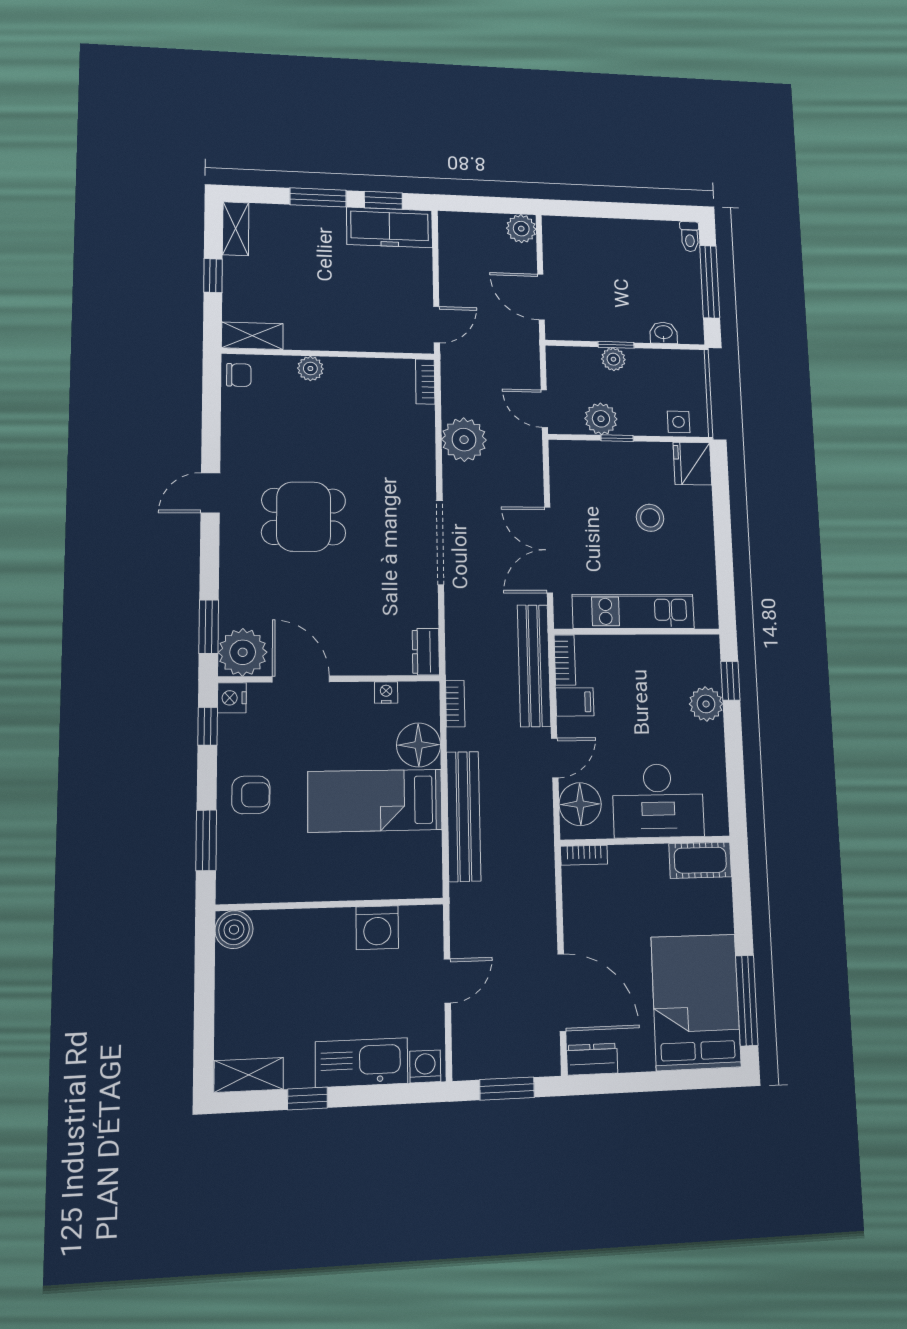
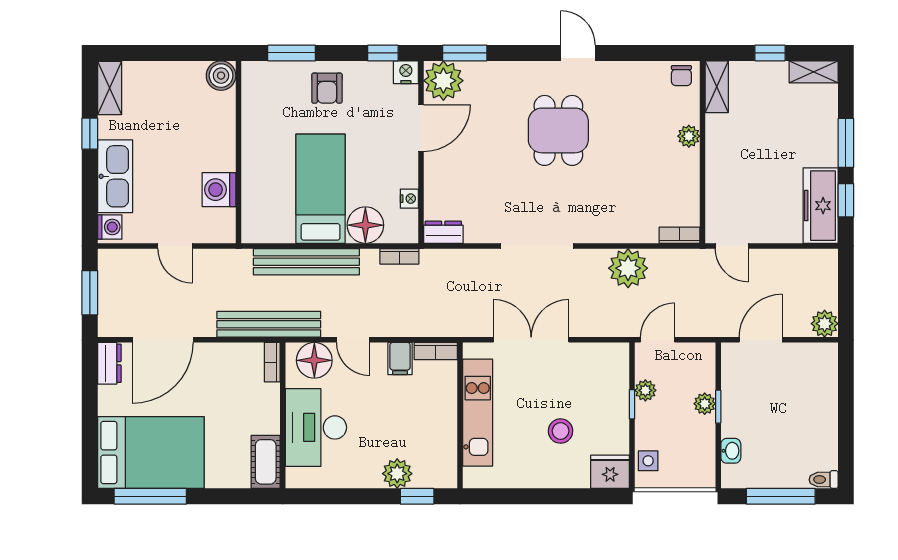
plant: (601, 419) -> (645, 390), width x0.73, depth x0.73
bench: (534, 665) -> (269, 324), moved

